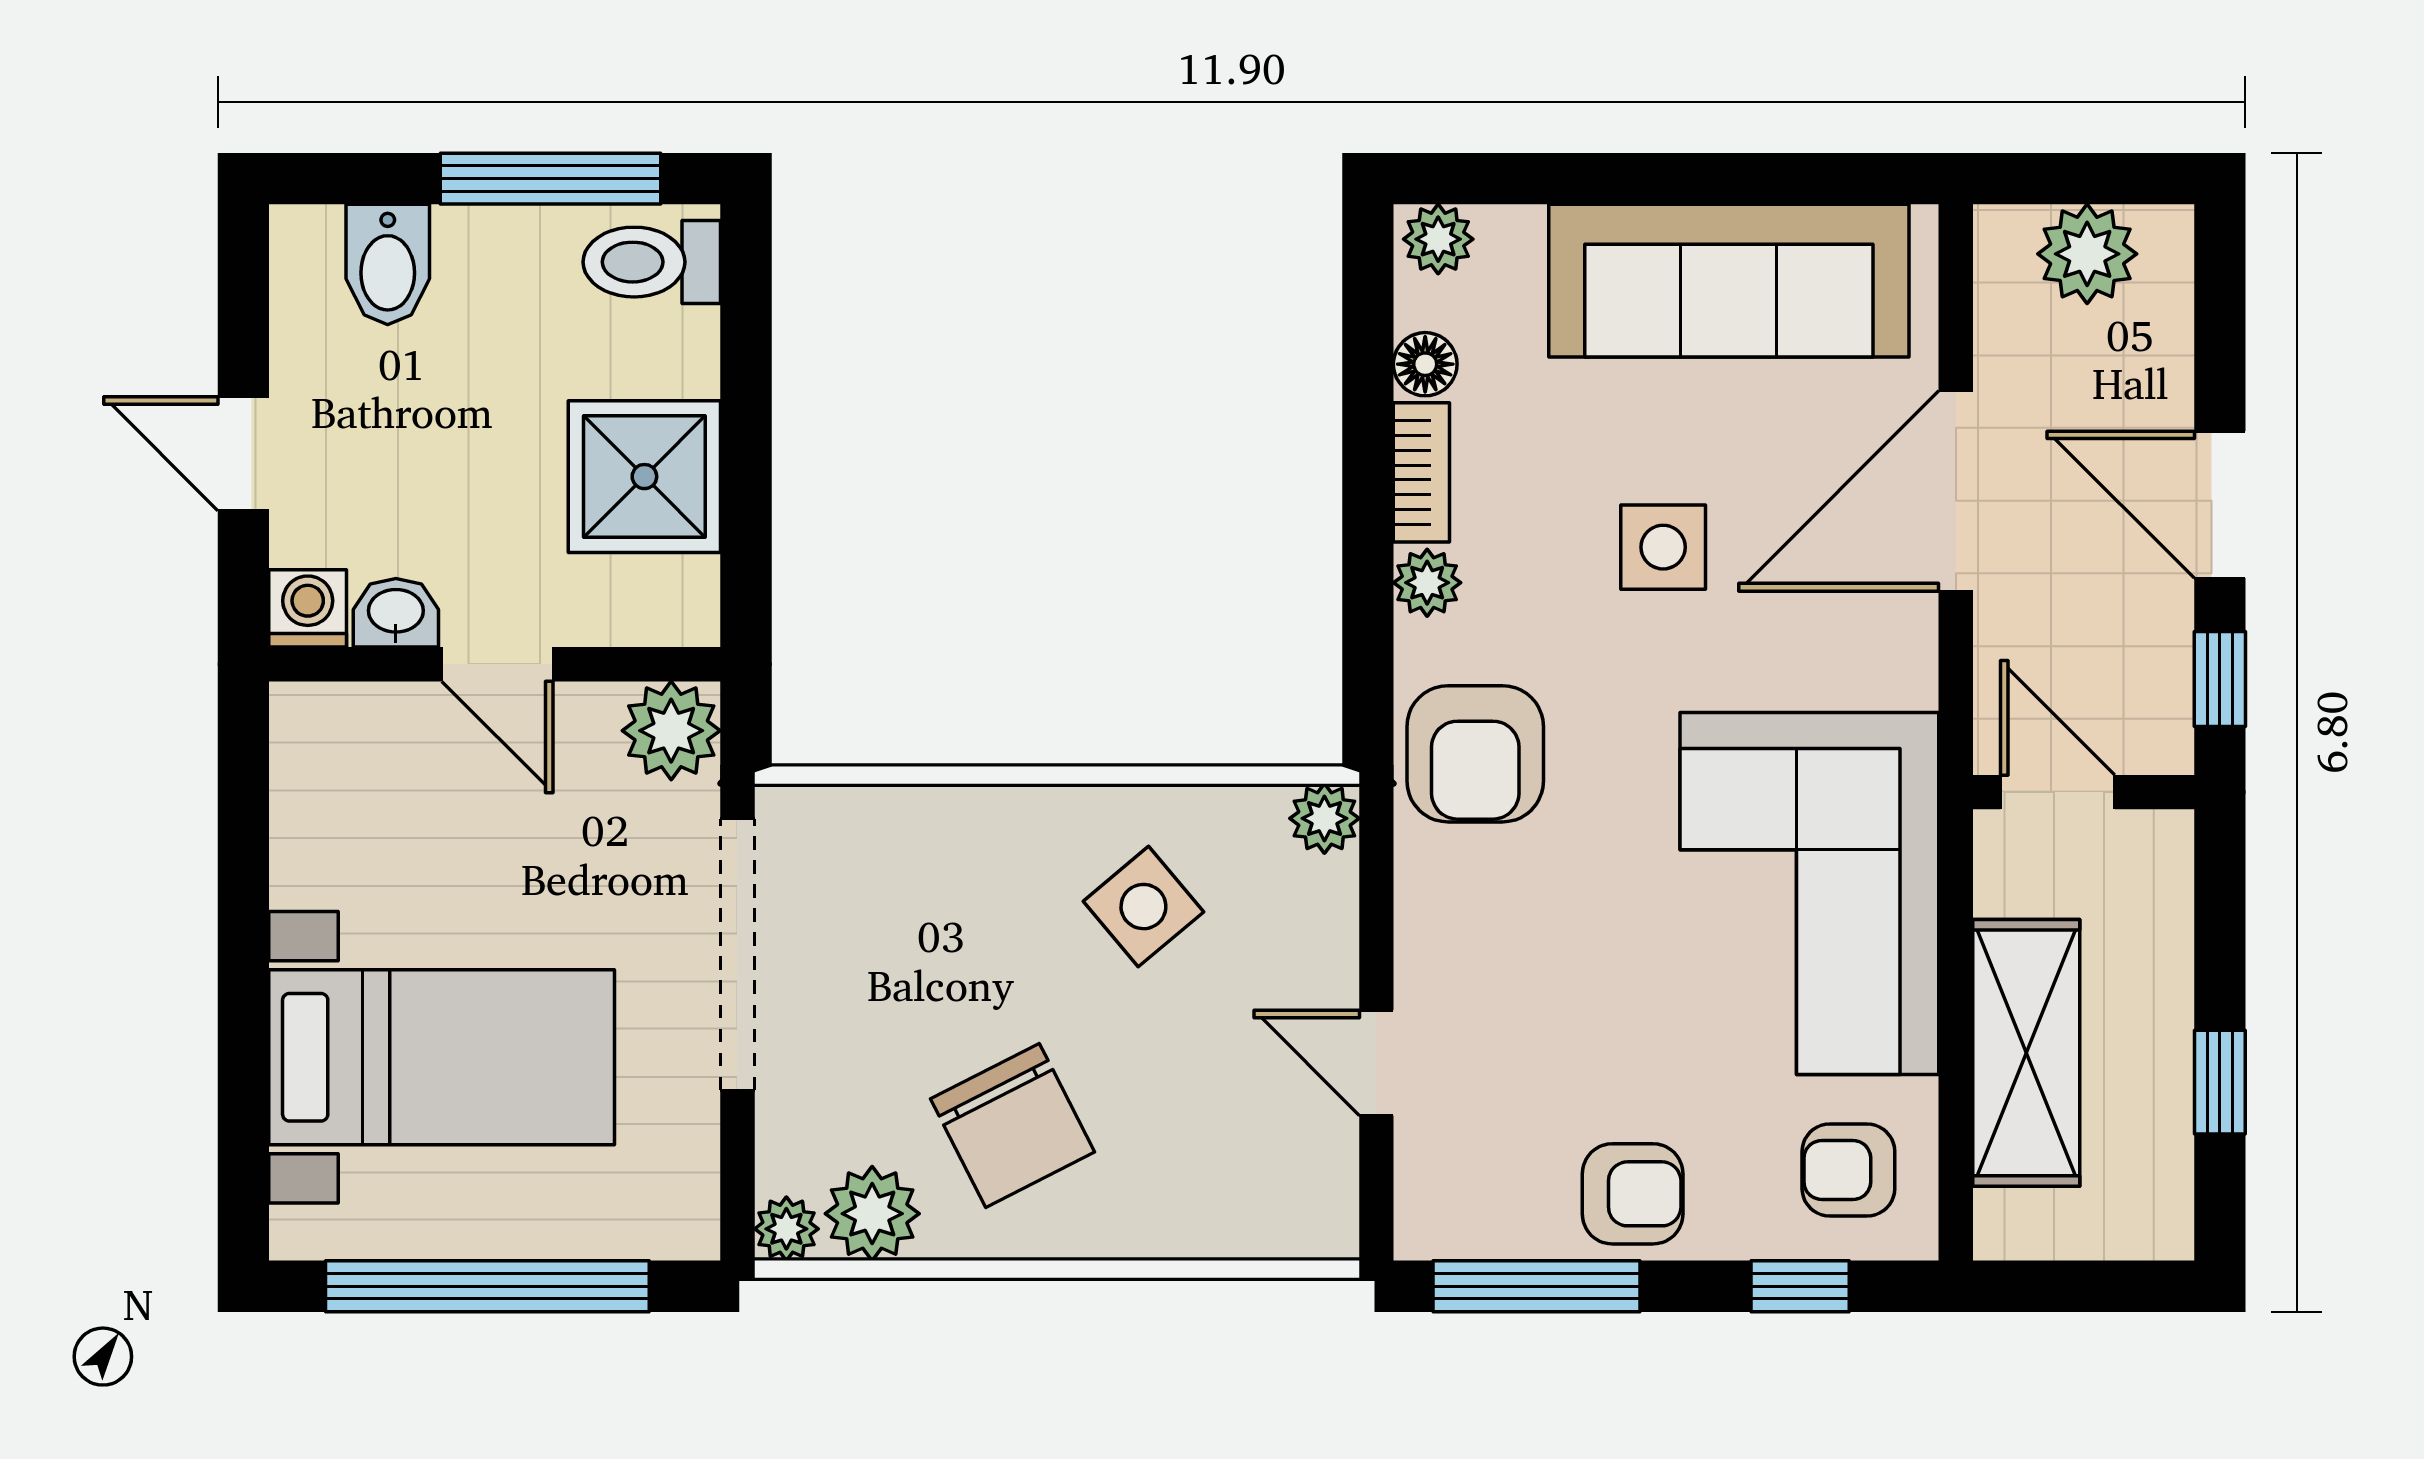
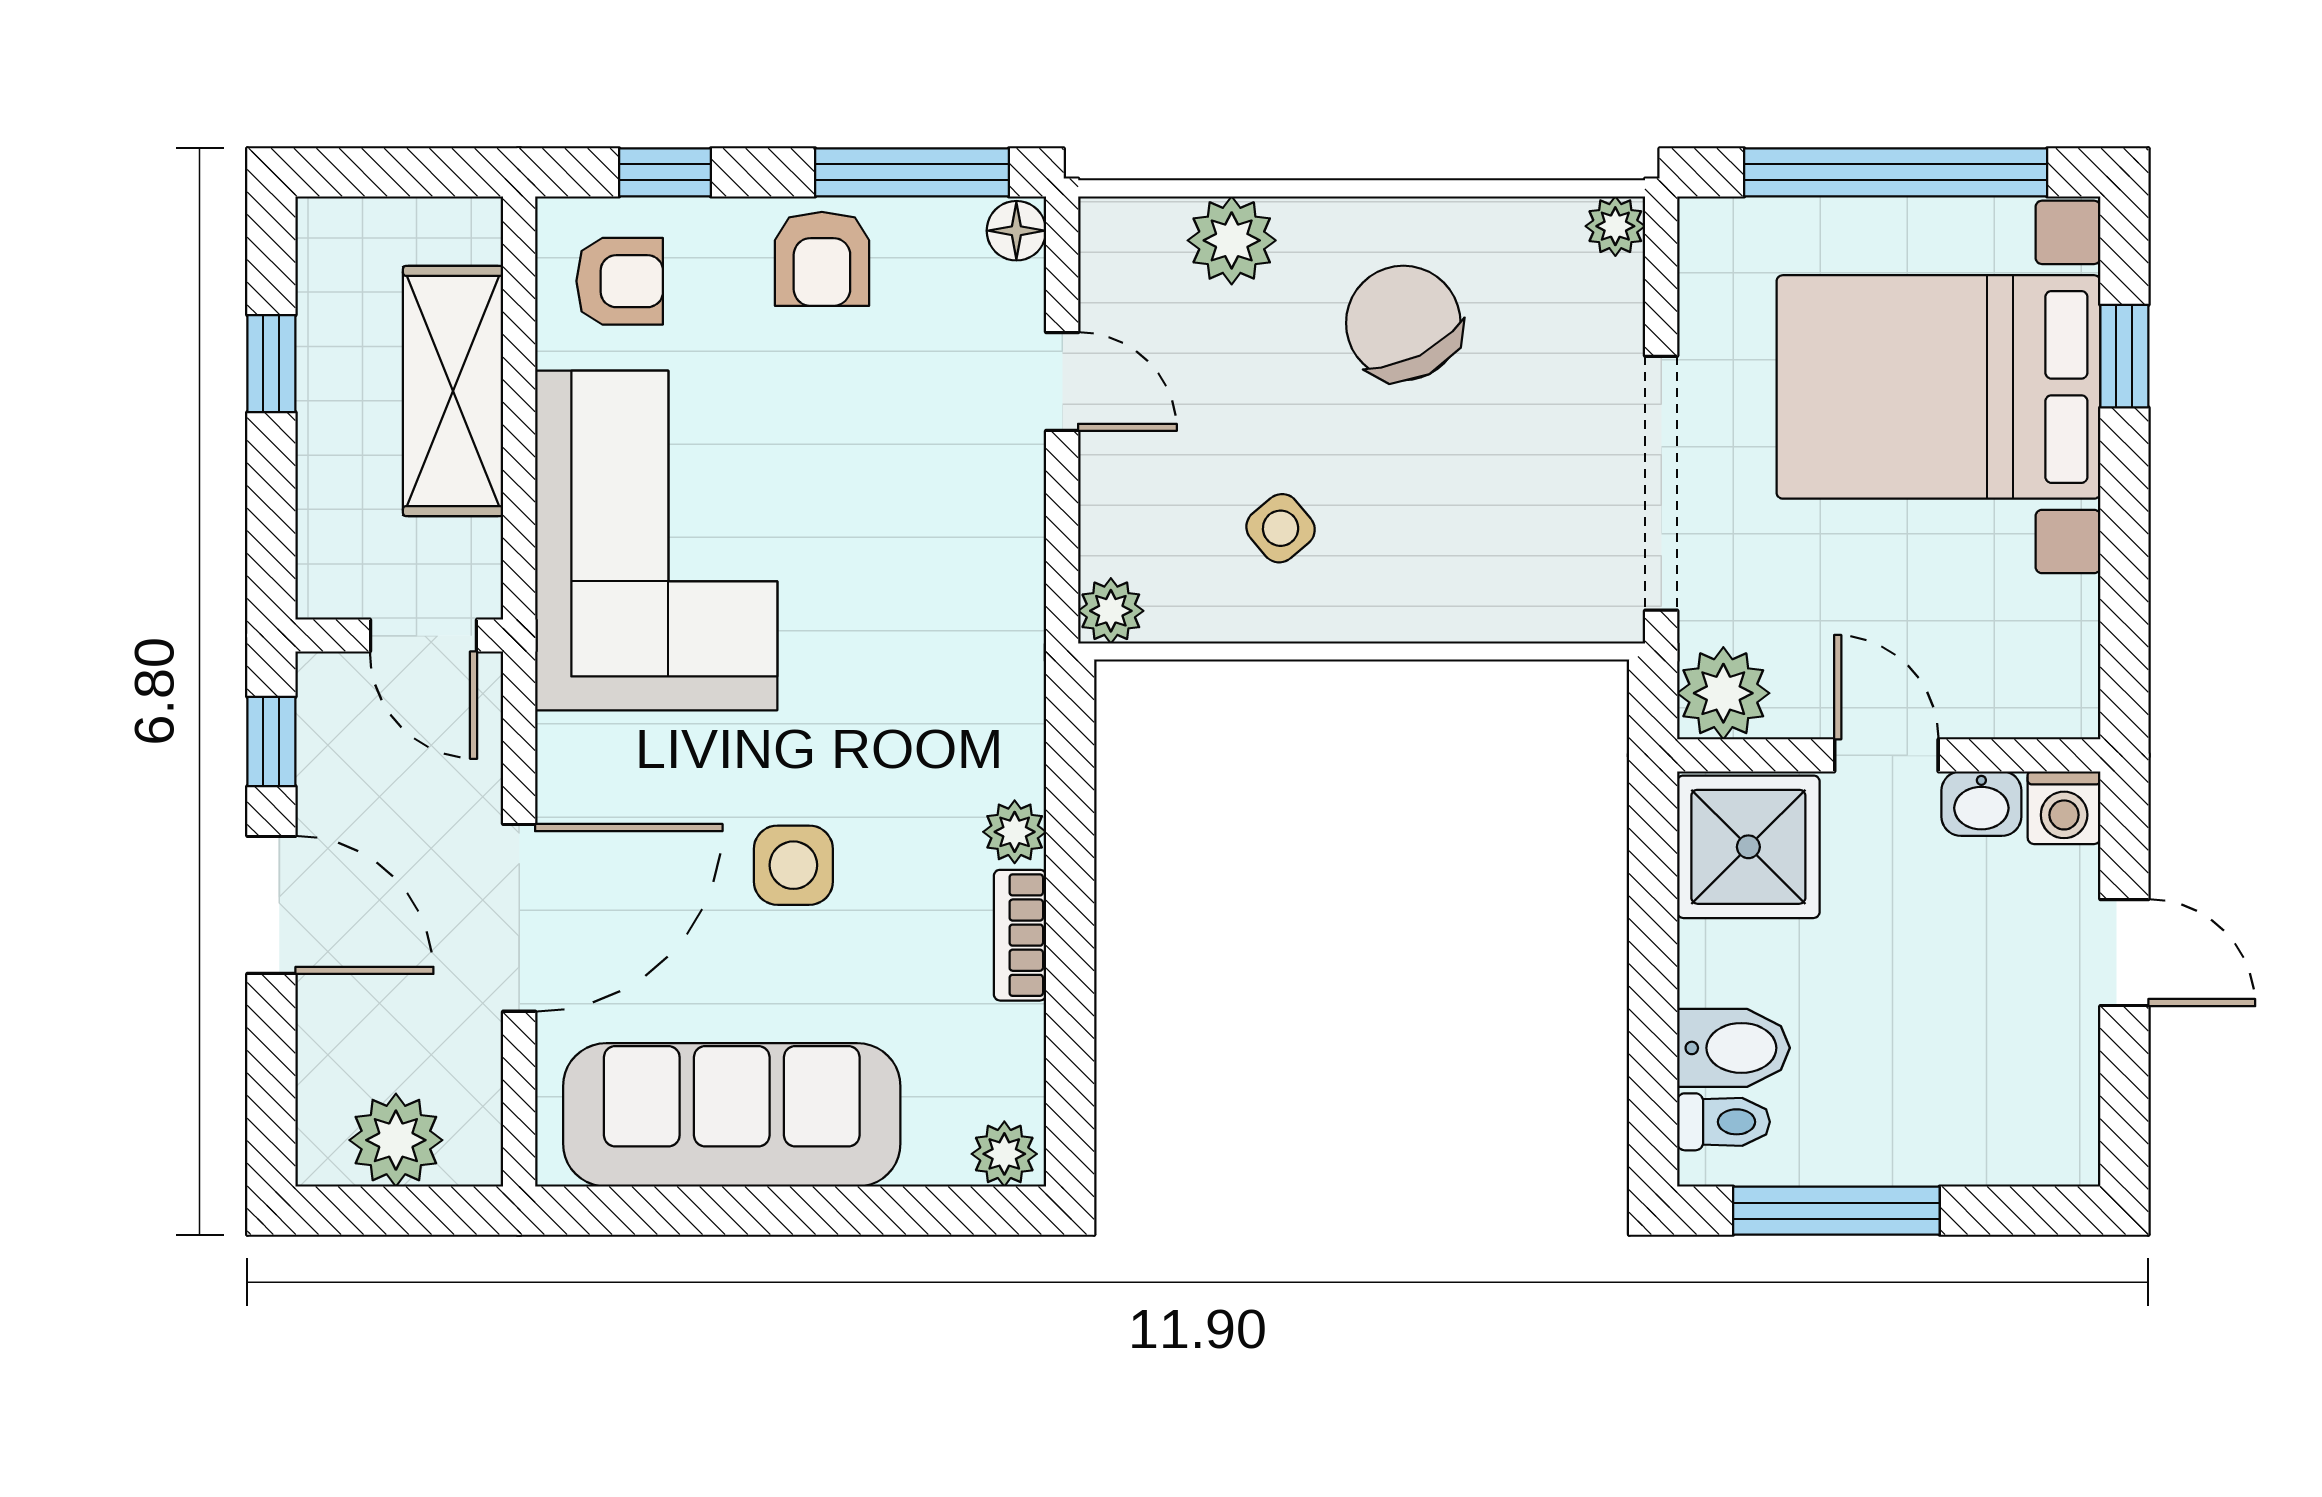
toilet: (652, 262) -> (1724, 1122), width x0.73, depth x0.72
bidet: (388, 264) -> (1734, 1048), moved, turned 90
floor lamp: (1425, 364) -> (1016, 231), moved
shower: (644, 477) -> (1748, 847), moved
armchair: (1475, 754) -> (970, 671), removed
side table: (1143, 907) -> (1281, 528), width x0.73, depth x0.73
bed with nightstands: (442, 1057) -> (1938, 387), width x1.36
window: (243, 1090) -> (2124, 356), added
armchair: (1633, 1194) -> (822, 259), turned -90
plant: (872, 1214) -> (1232, 240), moved

